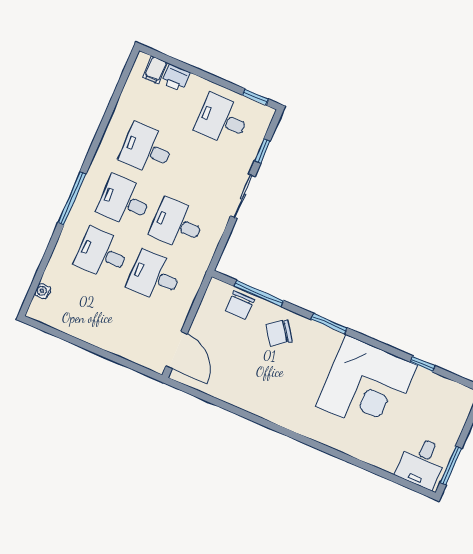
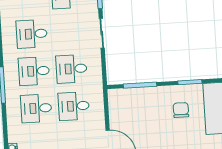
chair: (240, 305) -> (132, 98), removed
chair: (279, 333) -> (181, 110), moved, turned 125

